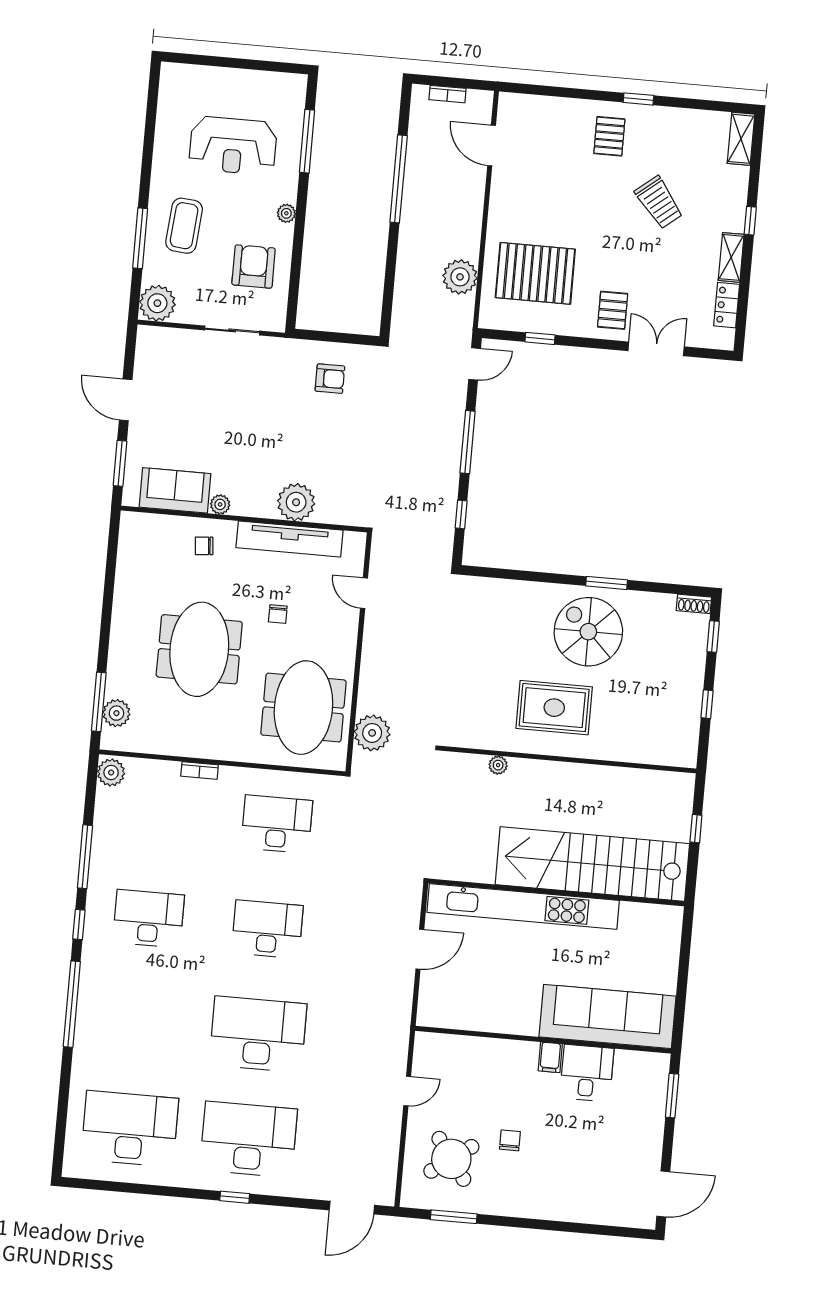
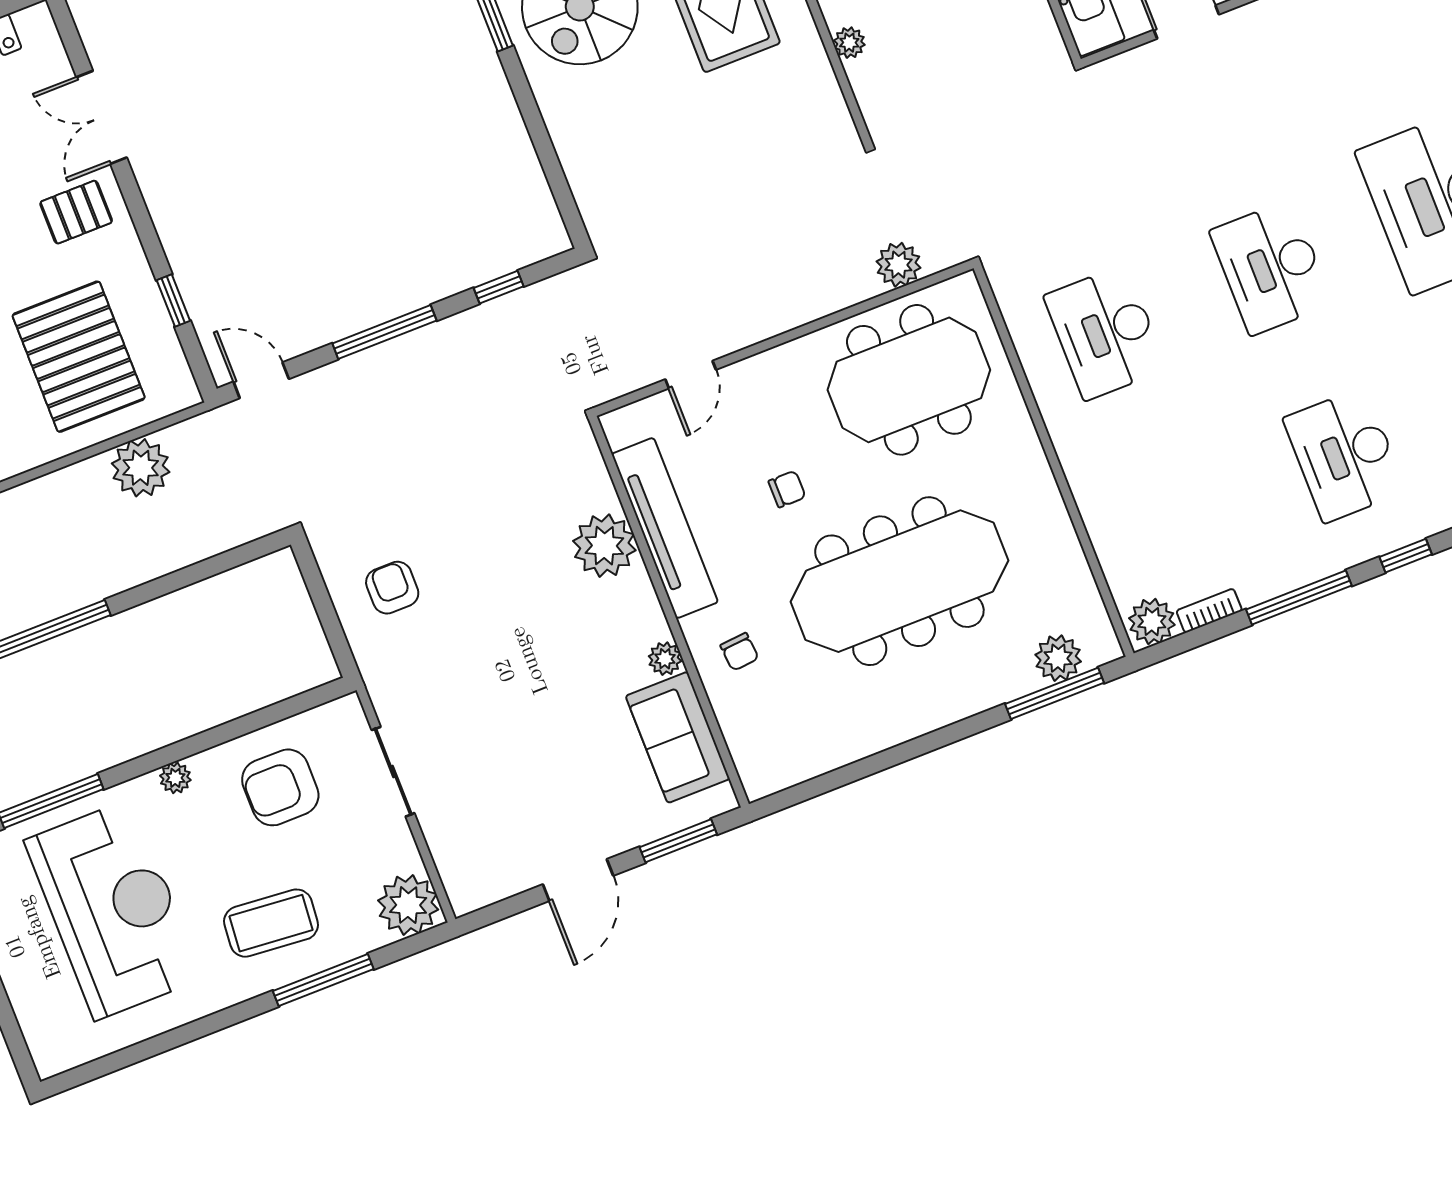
reception desk: (233, 146) -> (113, 910), width x1.36, depth x1.30
meeting table: (199, 649) -> (899, 581), width x1.36
plant: (372, 733) -> (899, 265), width x0.73, depth x0.73
bookcase: (200, 771) -> (1209, 611), moved, turned -90

